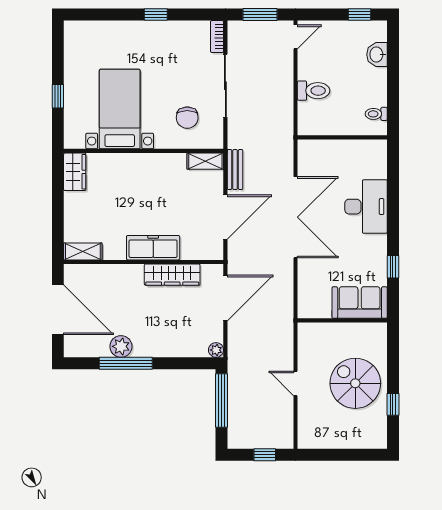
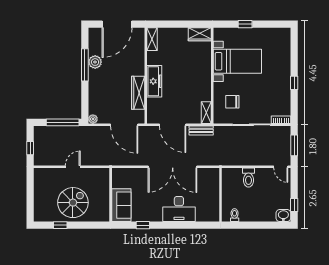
washbasin: (377, 55) -> (283, 216), moved

